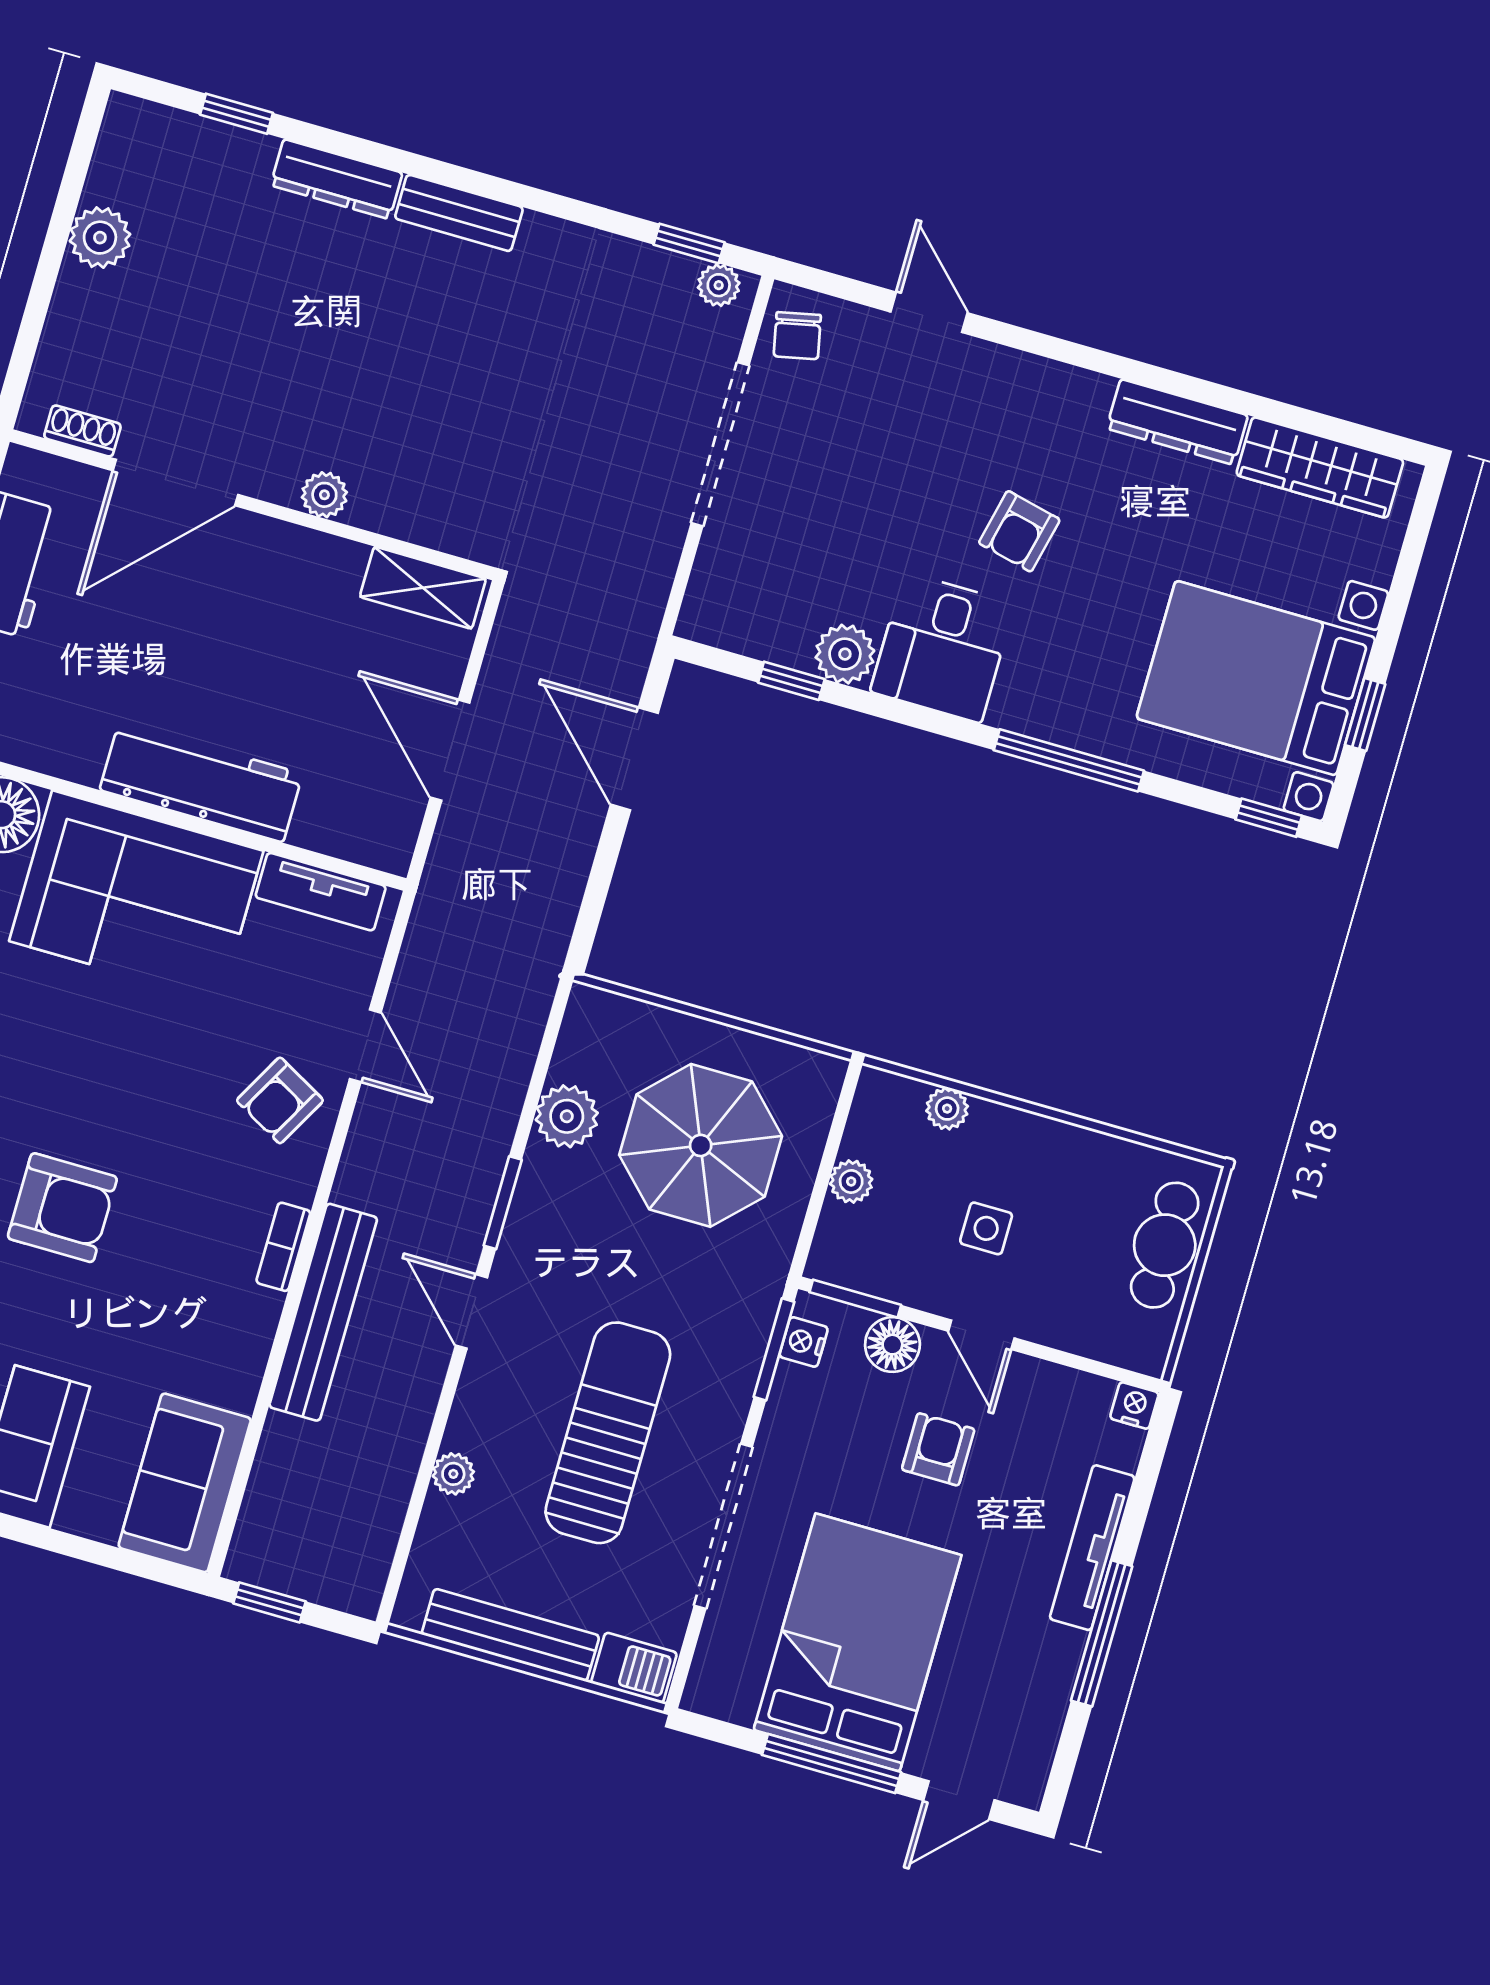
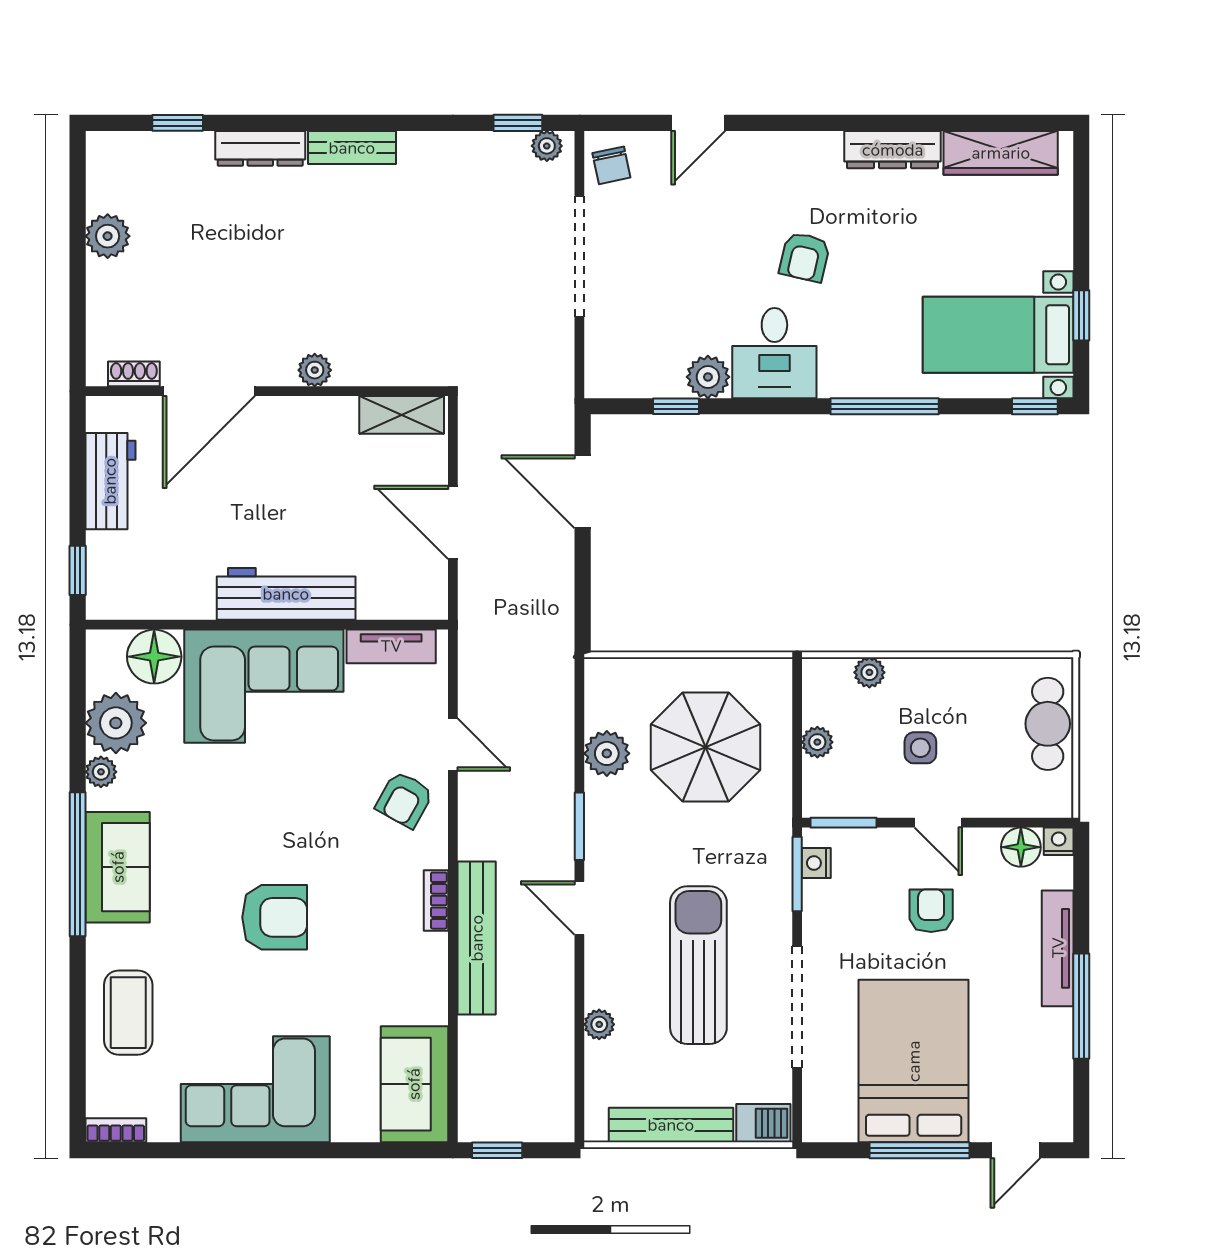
door: (929, 312) -> (698, 123), swing flipped
bed with nightstands: (1256, 678) -> (998, 335), width x0.73
floor lamp: (892, 1345) -> (1021, 847), moved

